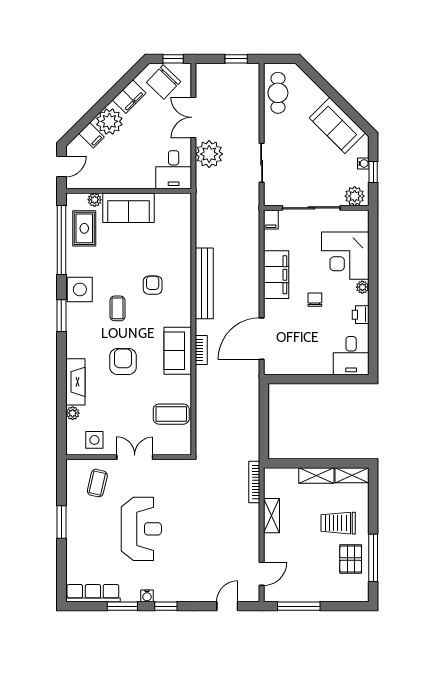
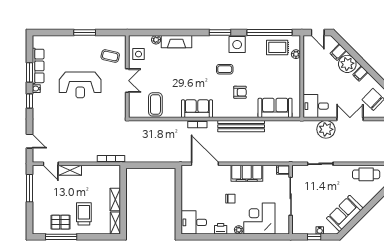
filing cabinet: (129, 97) -> (360, 74), width x0.50
plant: (355, 196) -> (298, 225), removed
sofa: (128, 208) -> (275, 108), moved, turned 90
armchair: (123, 362) -> (190, 73), removed
shelving: (272, 516) -> (70, 170), moved
row of seats: (93, 593) -> (38, 66), moved

